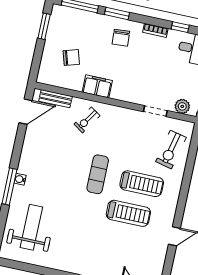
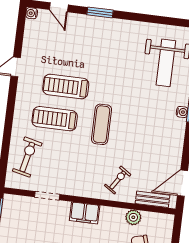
filing cabinet: (97, 86) -> (85, 213), moved
plant: (182, 106) -> (133, 217), moved

